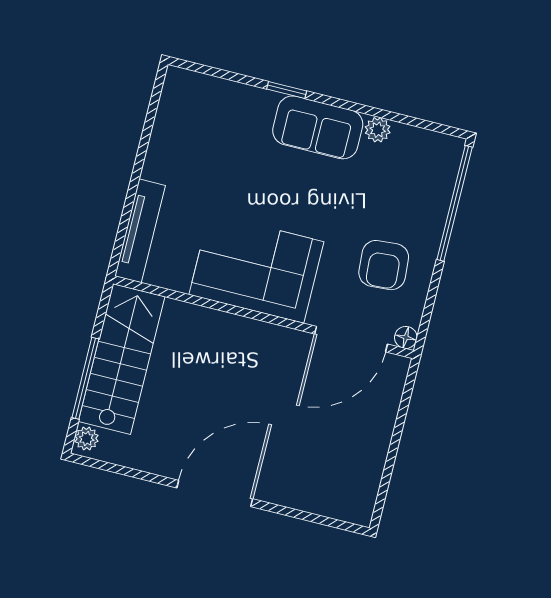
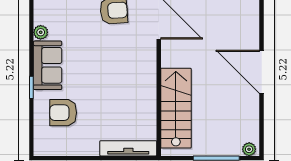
armchair: (230, 134) -> (63, 113), added
corner sofa: (256, 268) -> (133, 80), removed
stairs: (122, 359) -> (176, 108), moved, turned 90

